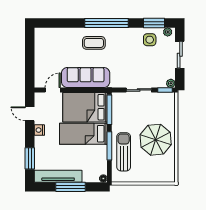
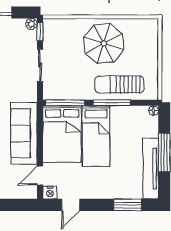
door: (53, 90) -> (40, 176), hinge flipped
nightstand: (39, 130) -> (50, 193), moved

